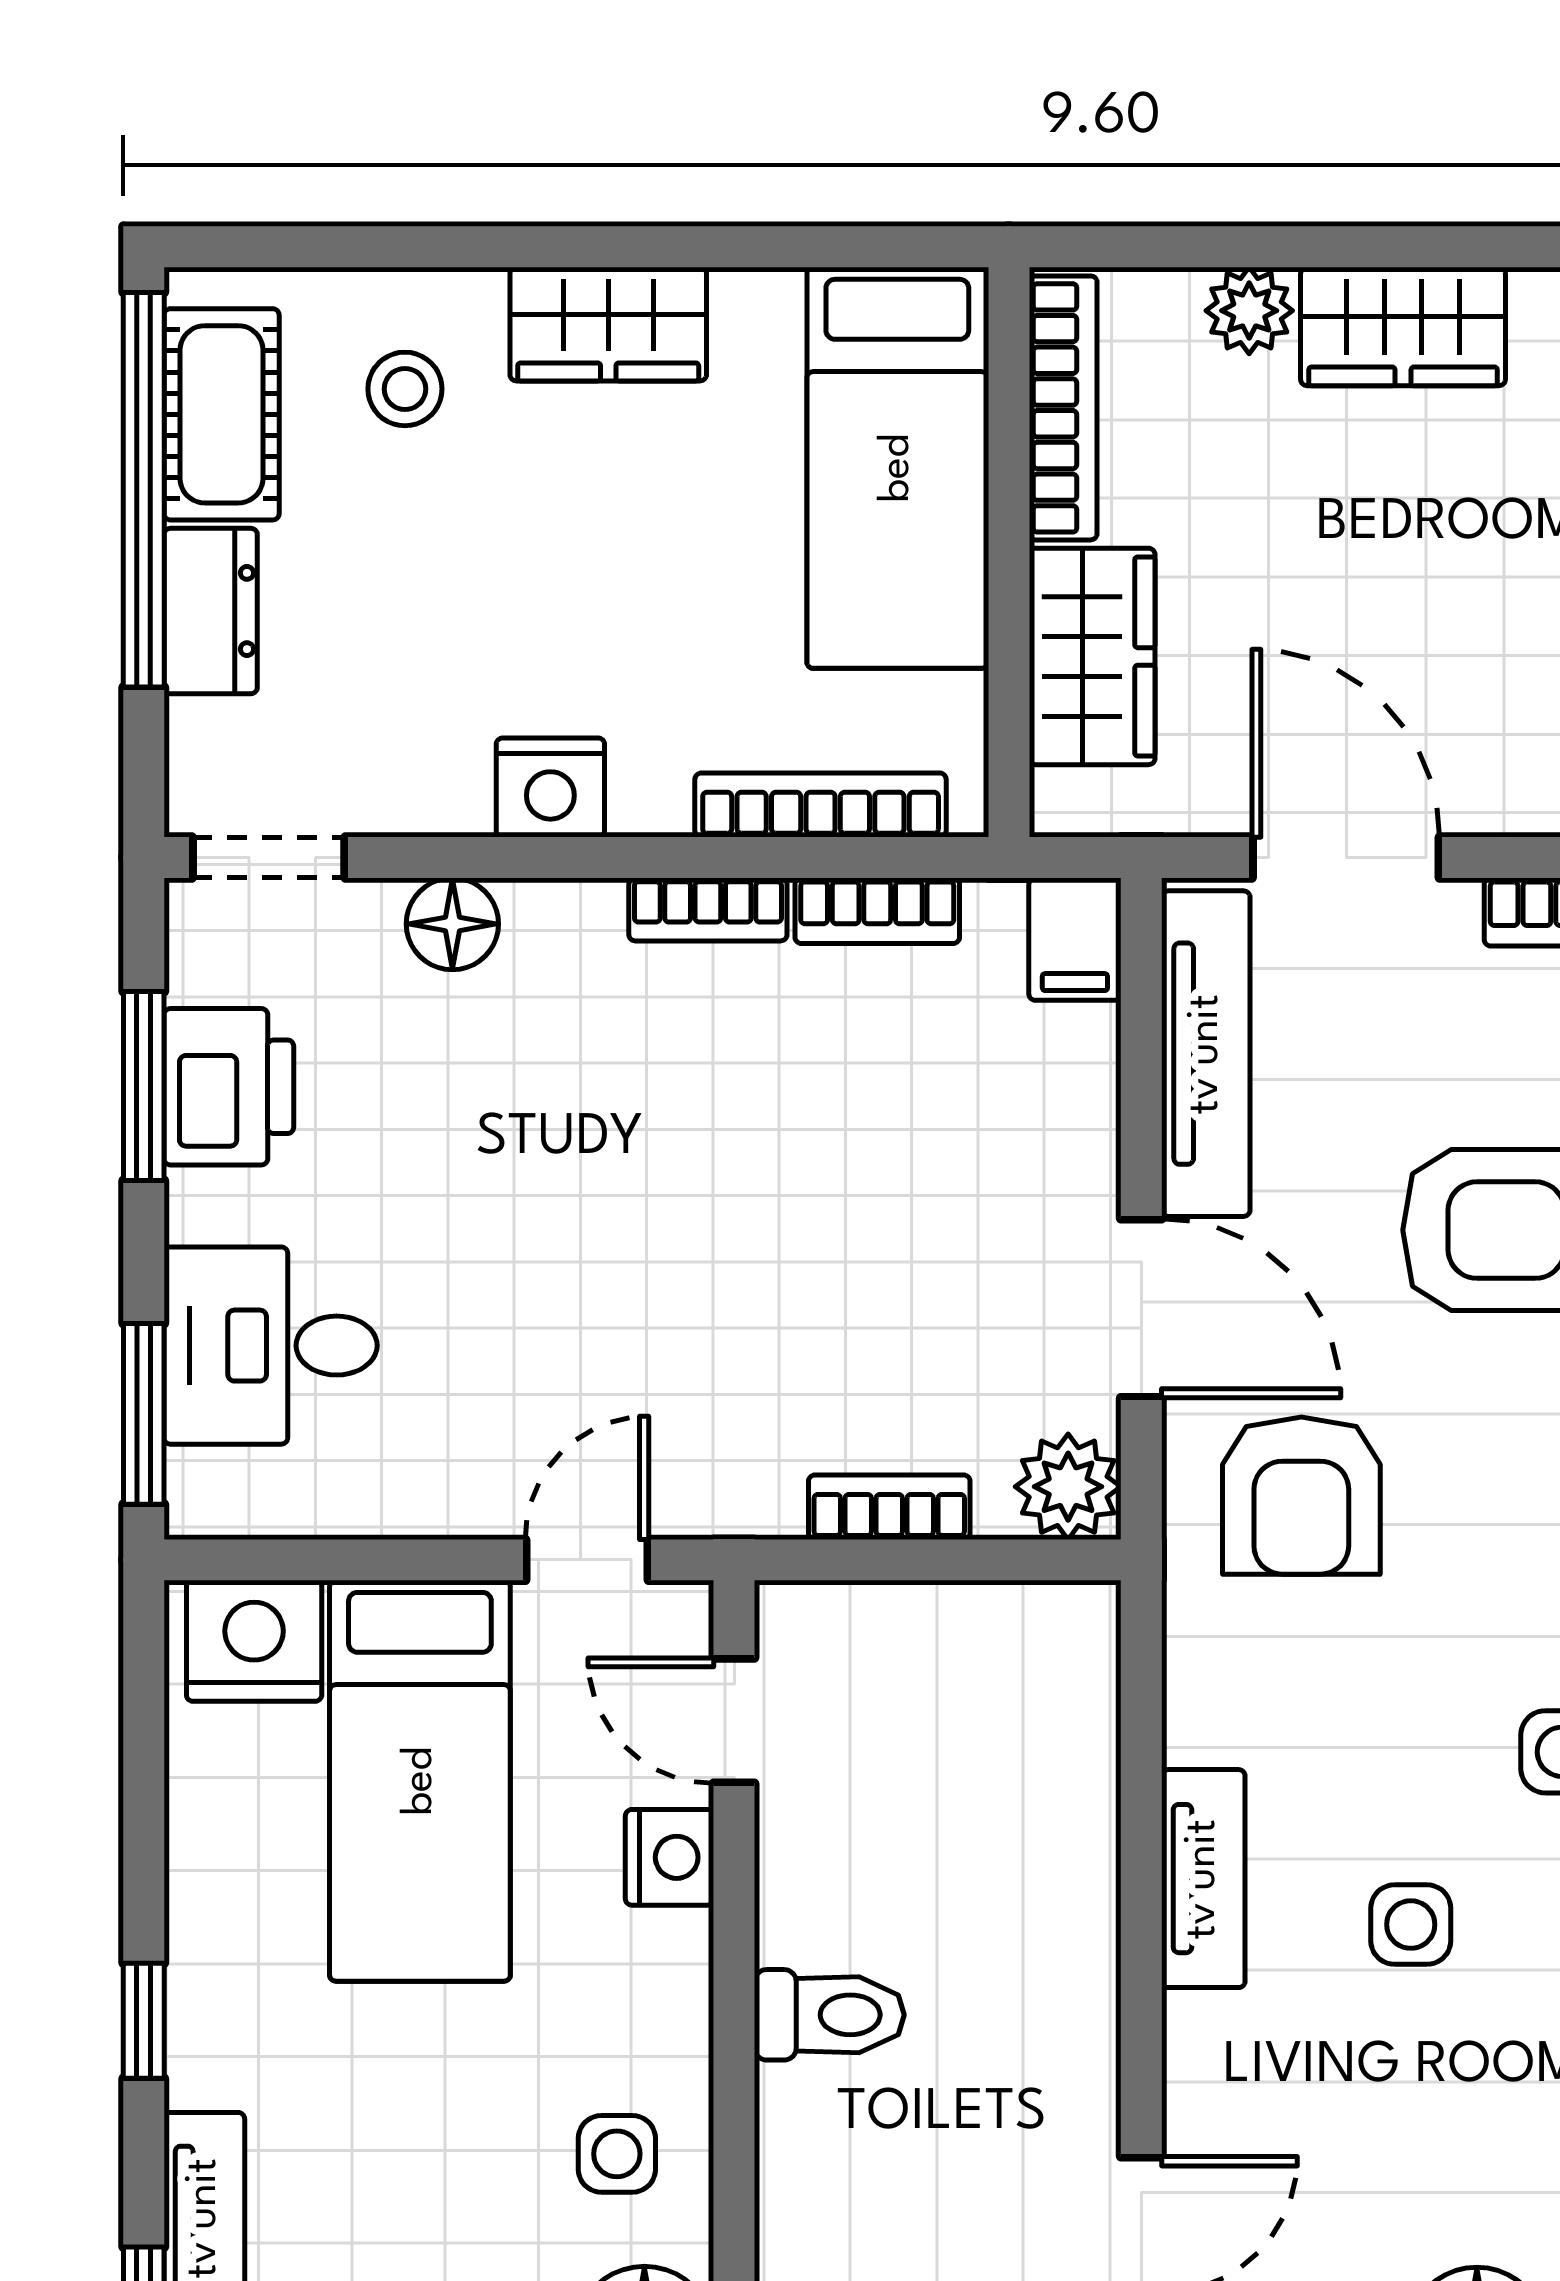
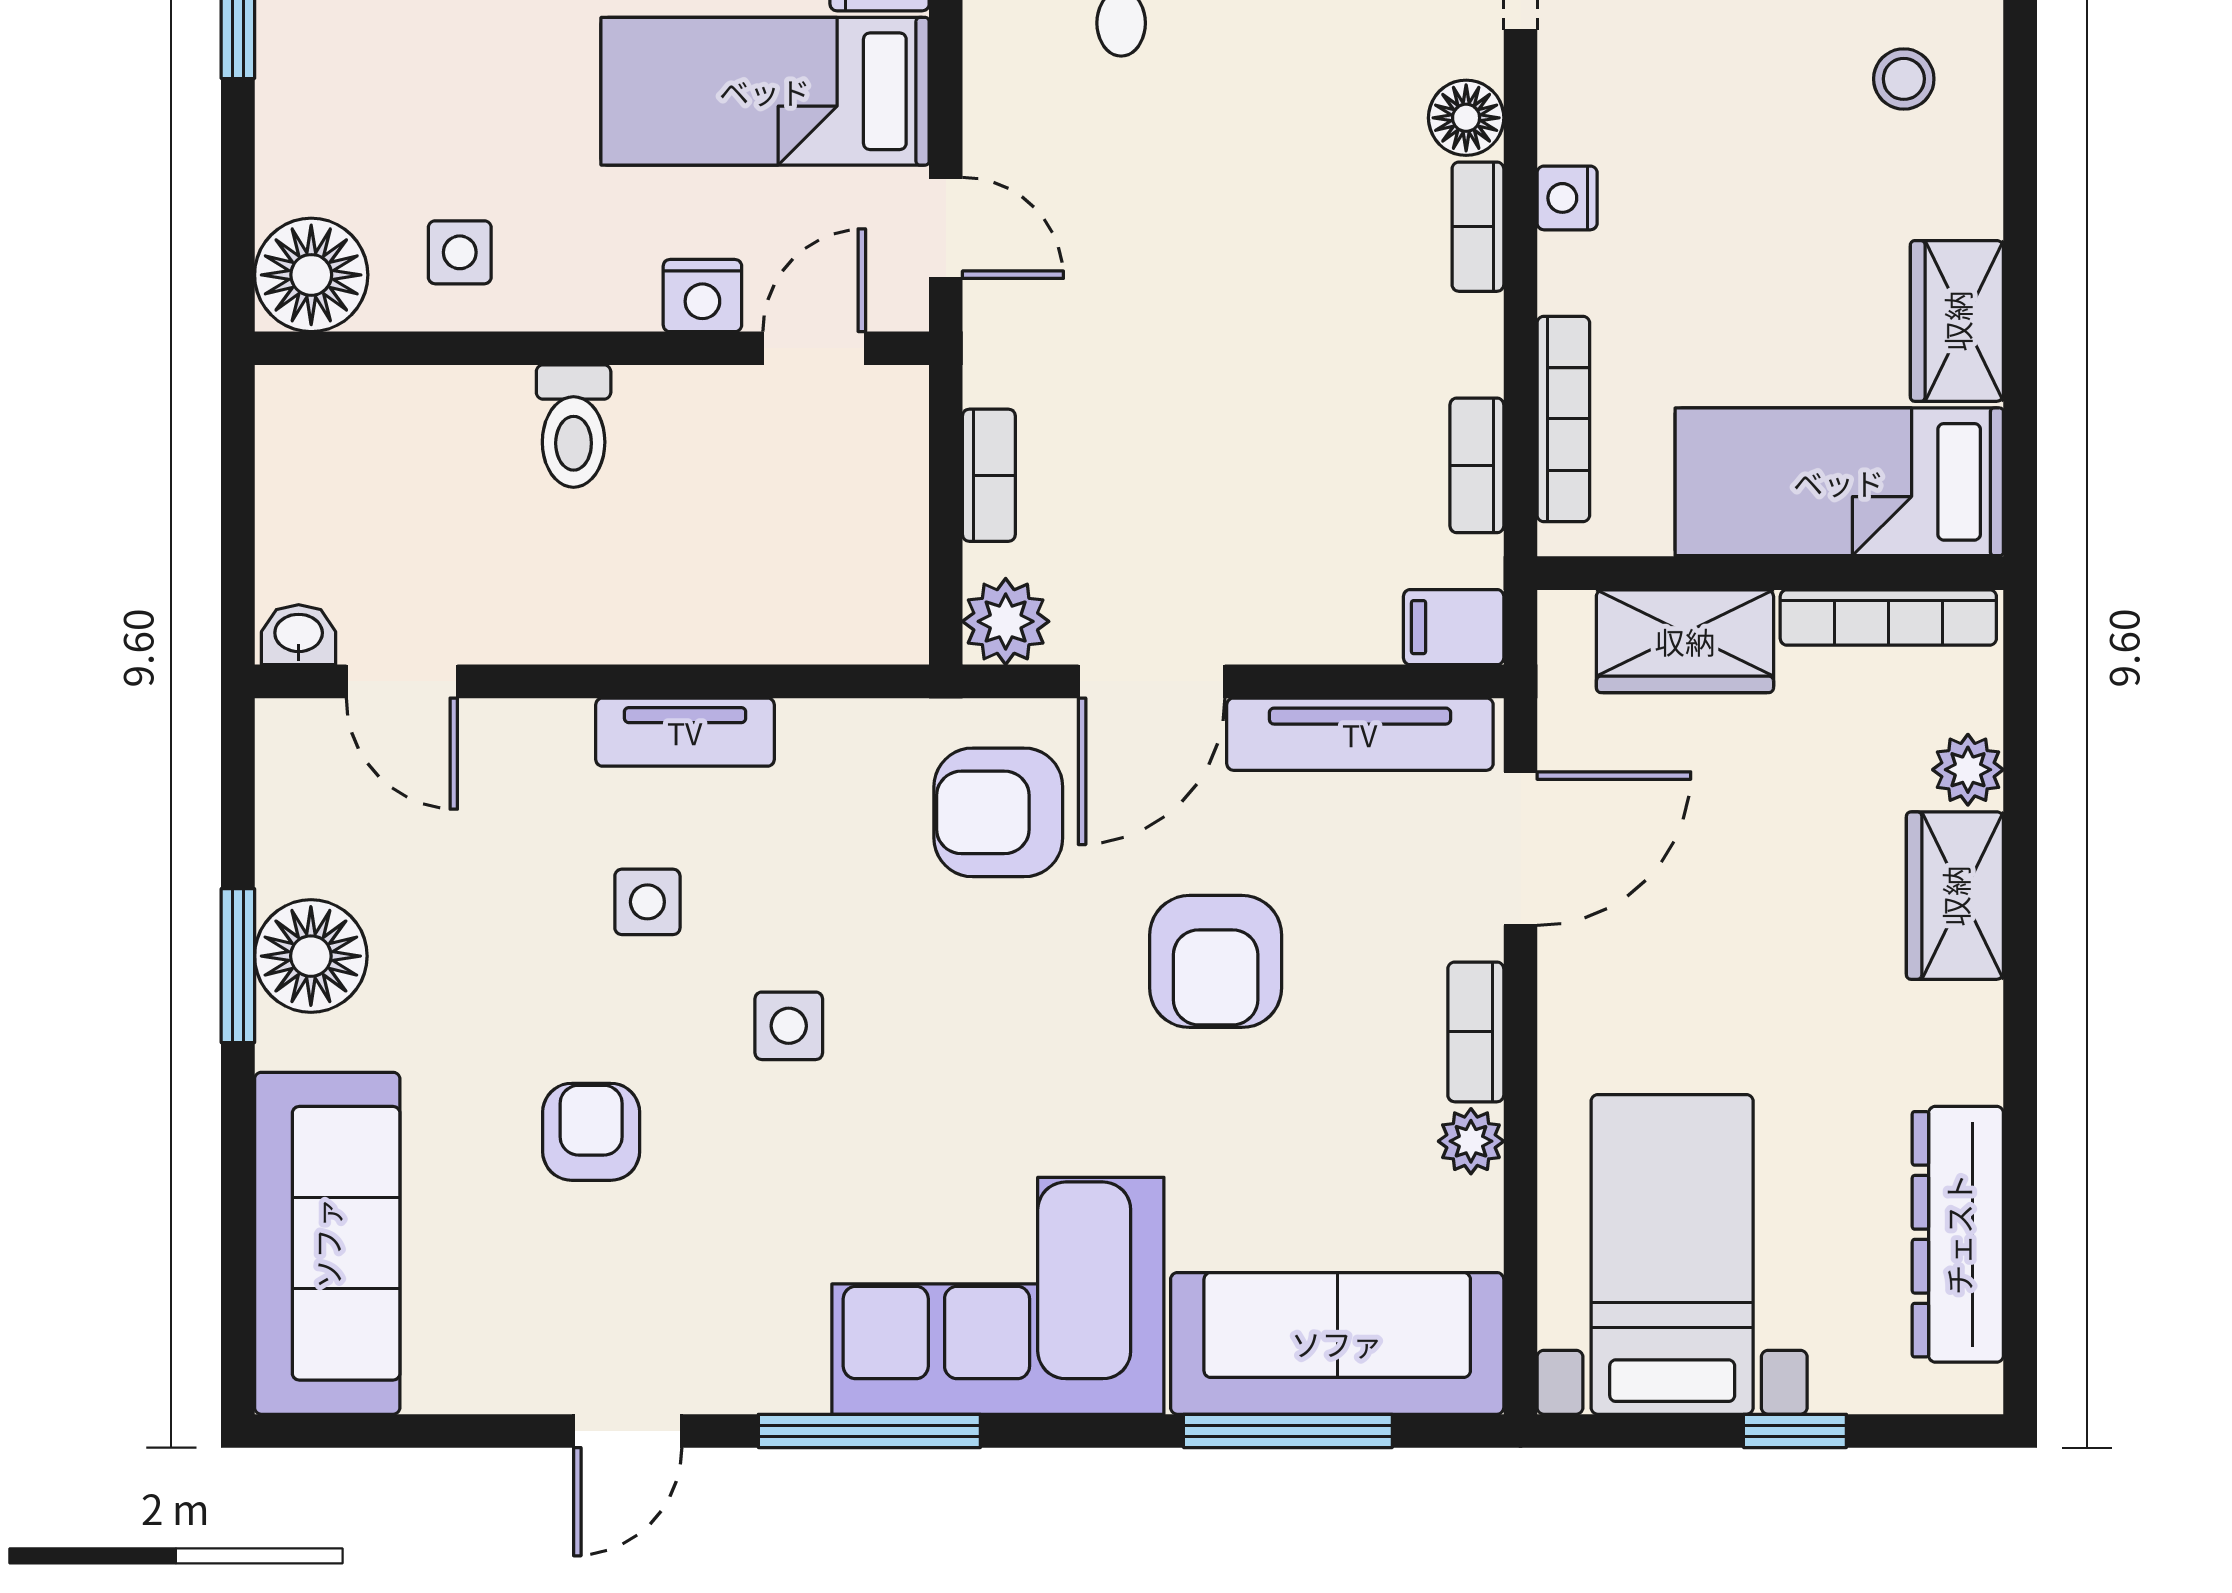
wardrobe: (608, 324) -> (1957, 321), moved
nightstand: (550, 787) -> (1567, 198), width x0.72, depth x0.74
bookcase: (708, 909) -> (1478, 227), moved

